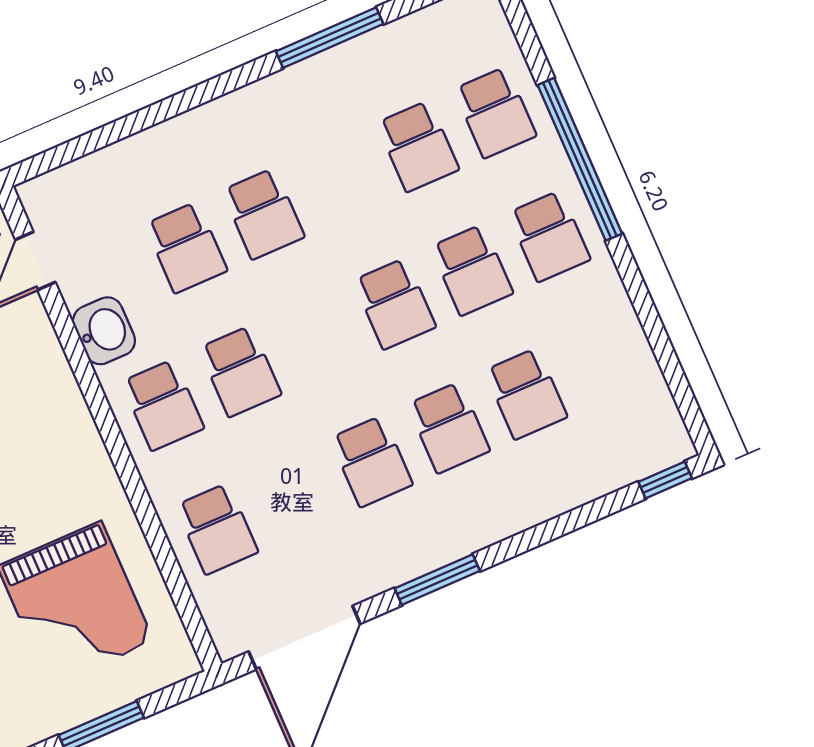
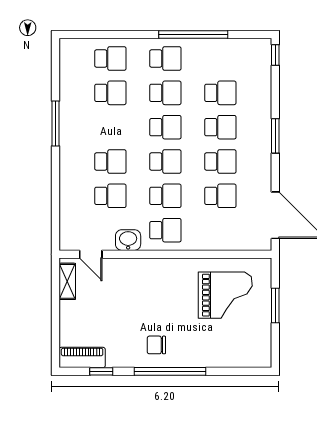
window: (330, 38) -> (56, 124), moved
window: (580, 159) -> (193, 34), moved
school desk: (317, 338) -> (165, 162), added
school desk: (217, 529) -> (220, 196), moved
window: (437, 580) -> (275, 136), moved

